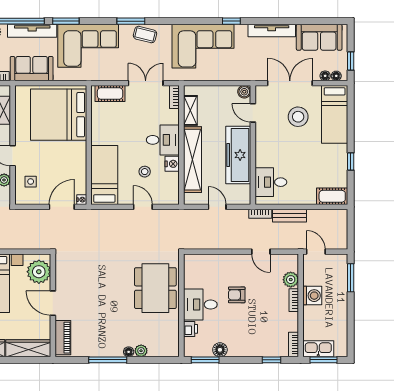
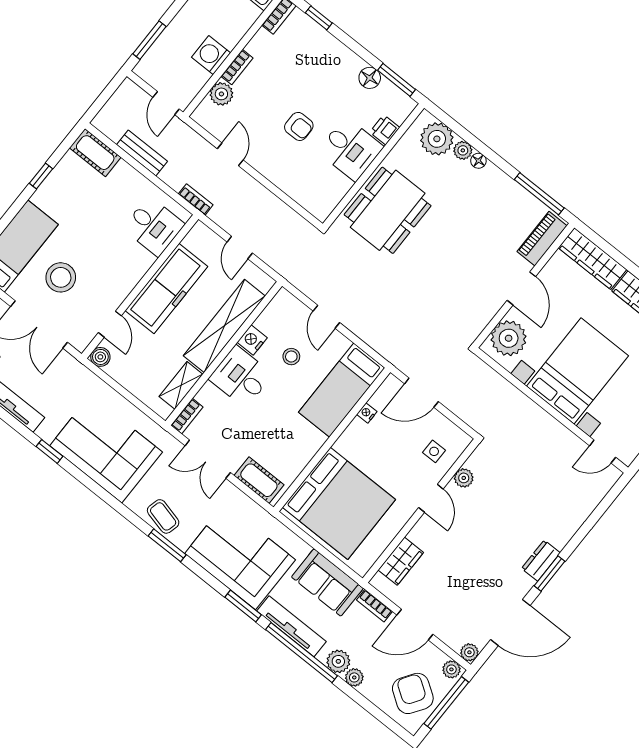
nightstand: (82, 200) -> (367, 413), moved
bench: (289, 216) -> (142, 153), moved
plant: (159, 346) -> (437, 139), added
window: (108, 360) -> (539, 194), moved

